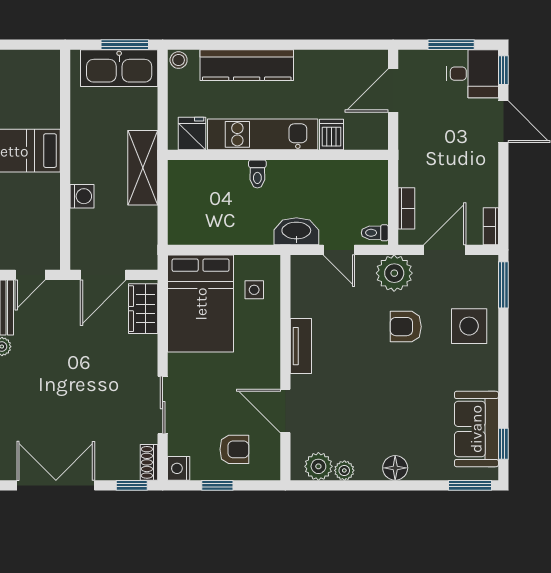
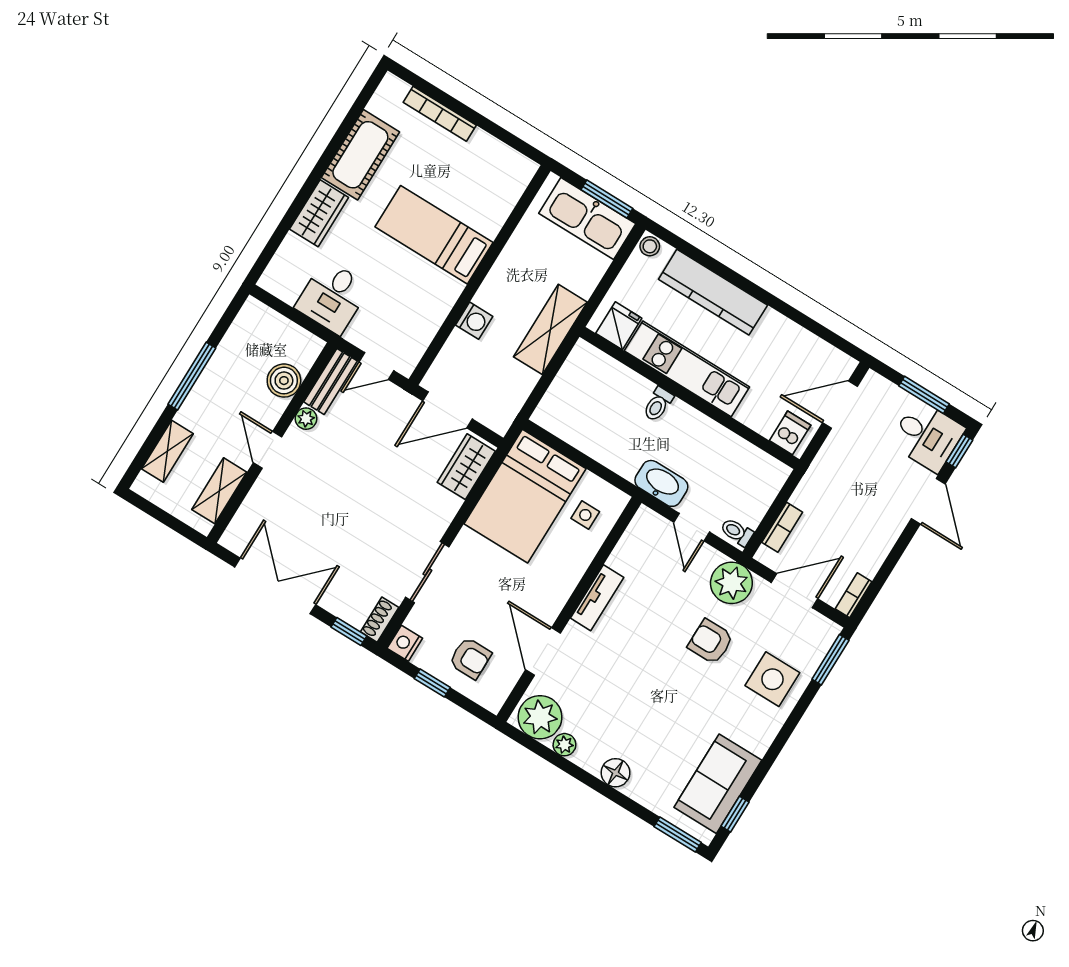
dishwasher: (332, 134) -> (790, 433), moved
plant: (318, 466) -> (540, 717), width x1.36, depth x1.36

